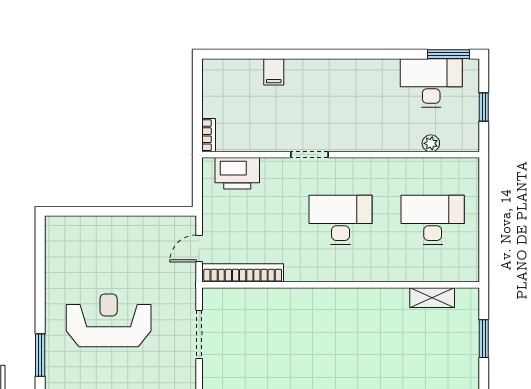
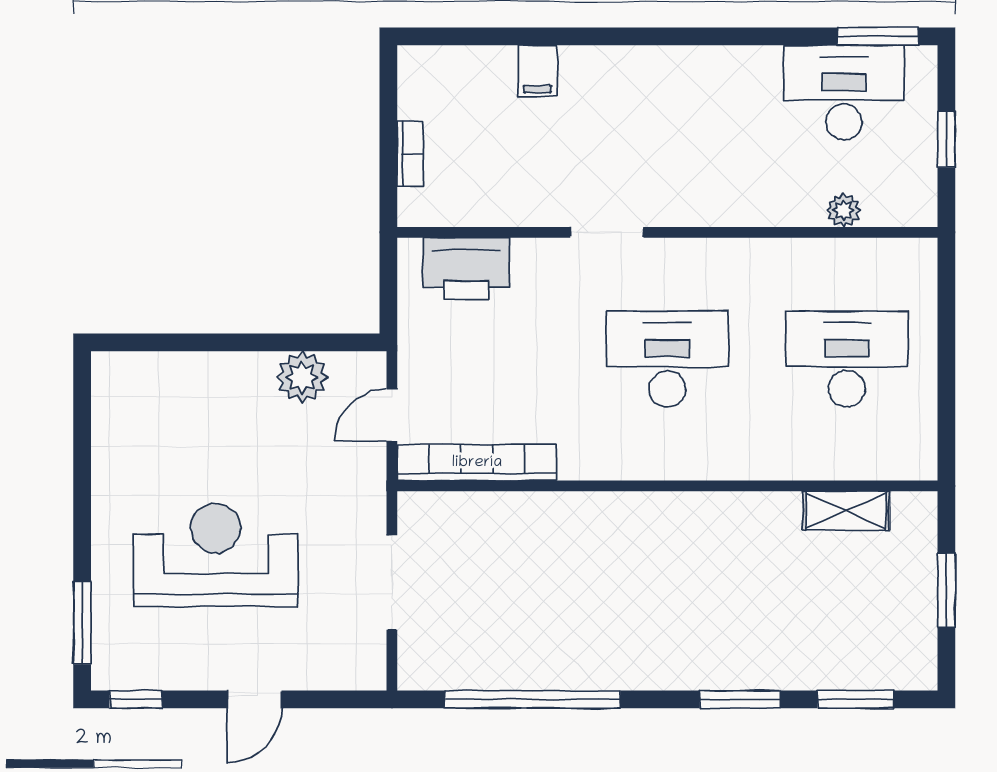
bookcase: (209, 135) -> (410, 154), moved
plant: (153, 229) -> (302, 377), added

